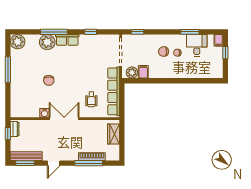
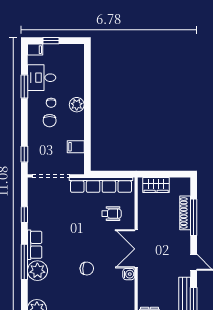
plant: (132, 73) -> (77, 105), moved

